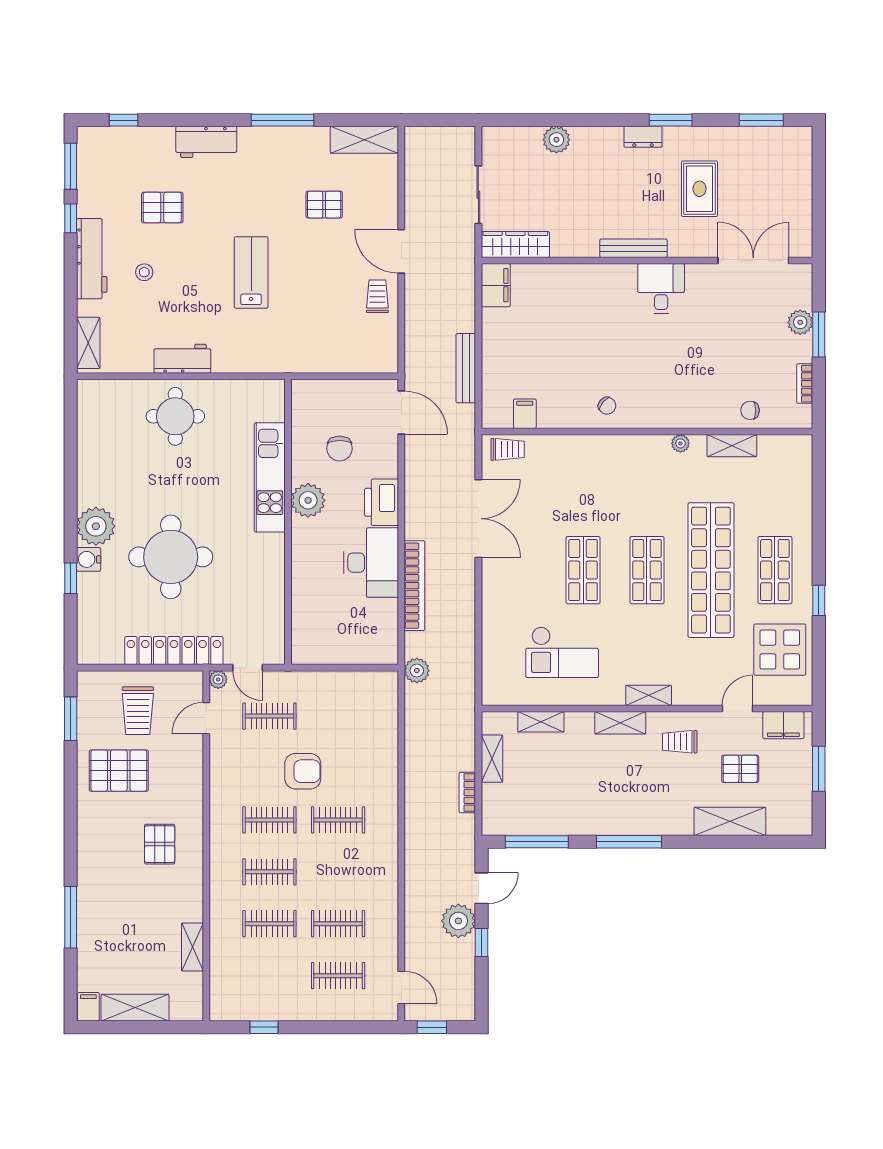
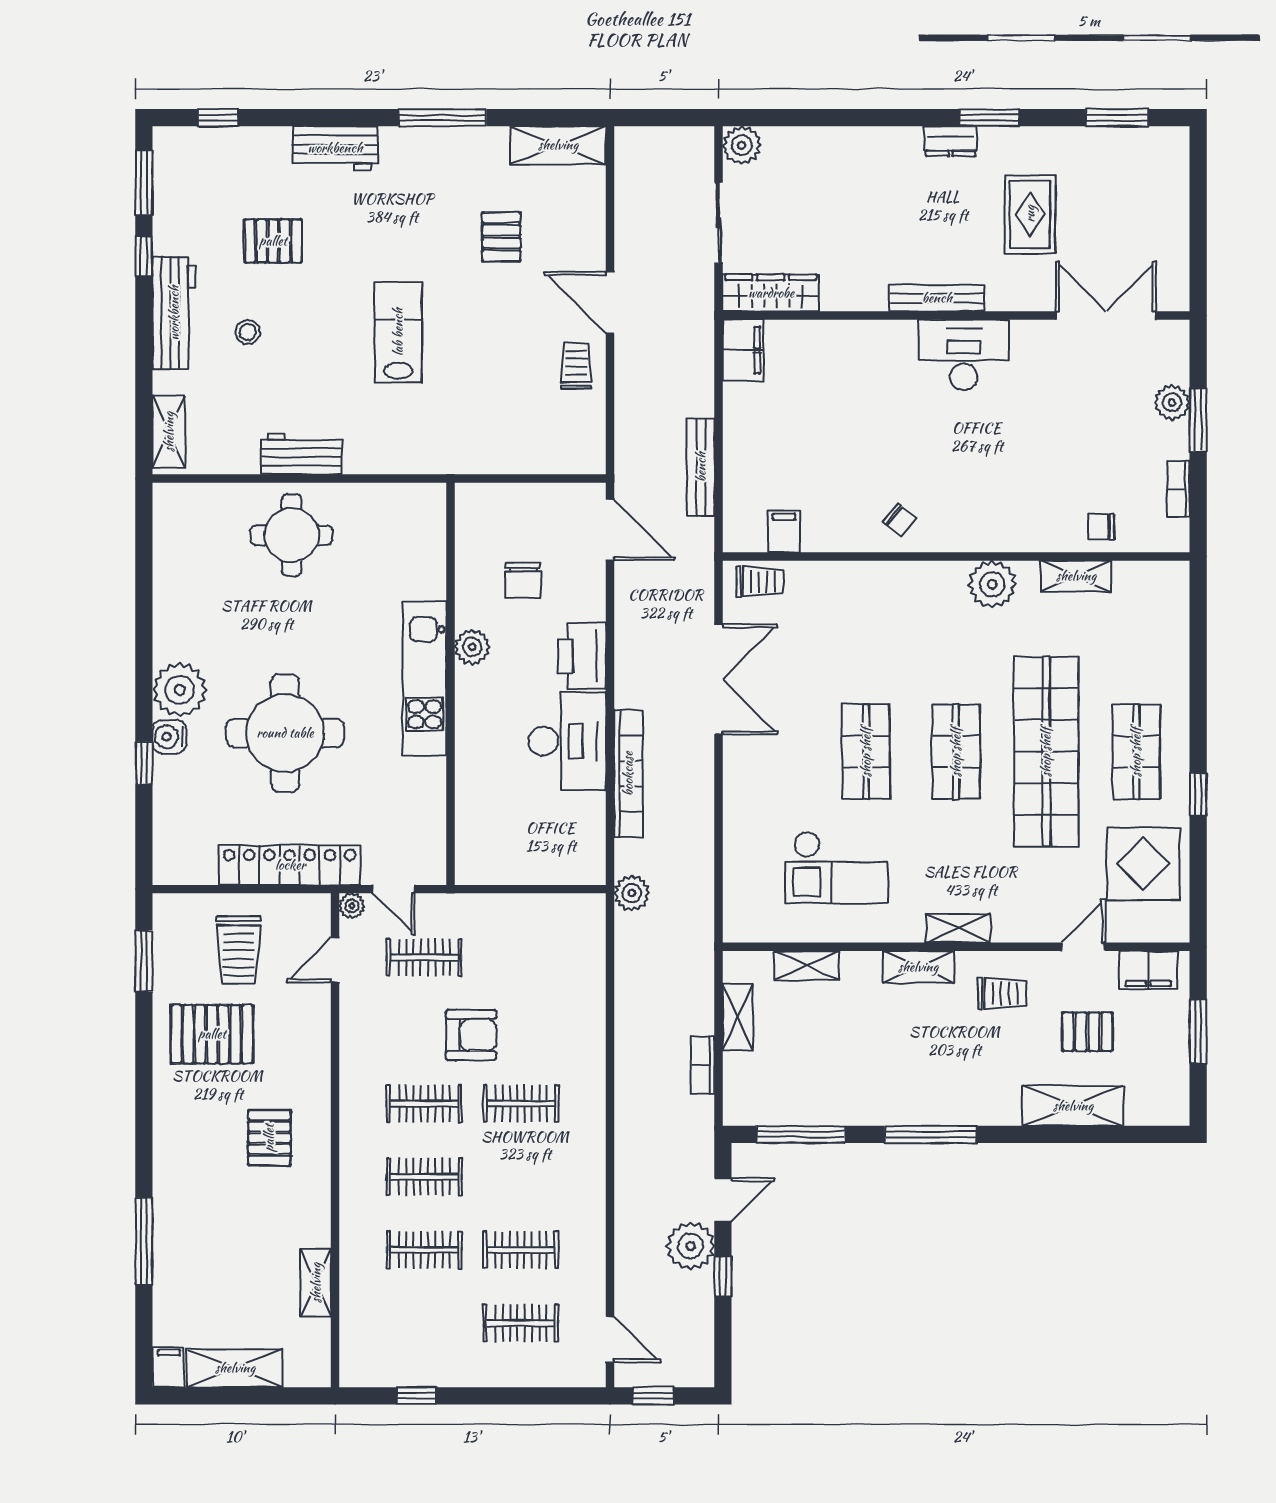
plant: (556, 140) -> (742, 145), moved
pallet: (324, 205) -> (501, 237), turned 90
desk: (661, 289) -> (964, 355), width x1.37
plant: (680, 443) -> (992, 584), width x1.87, depth x1.87
kitchen unit: (270, 477) -> (425, 679), moved
plant: (308, 500) -> (472, 647), width x0.73, depth x0.73
trolley: (680, 742) -> (1002, 993), turned 180

